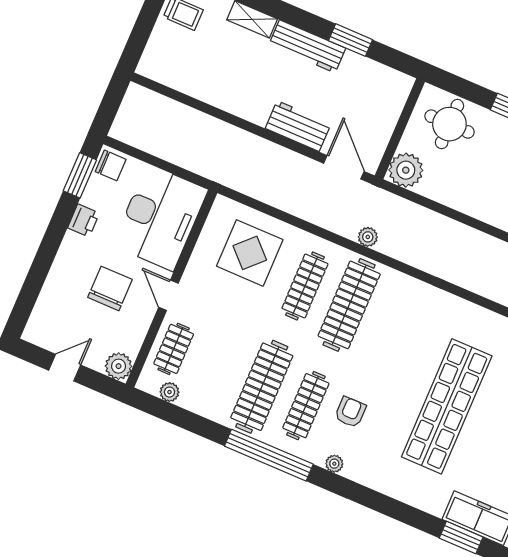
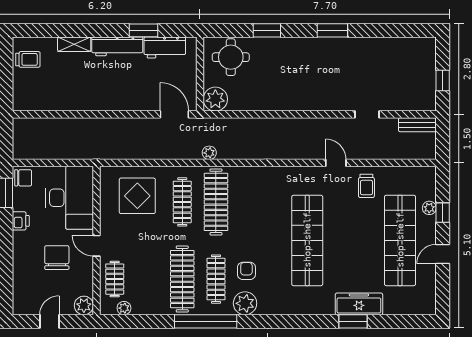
workbench: (298, 126) -> (165, 47), moved, turned 180
plant: (334, 464) -> (245, 303), width x1.87, depth x1.87

